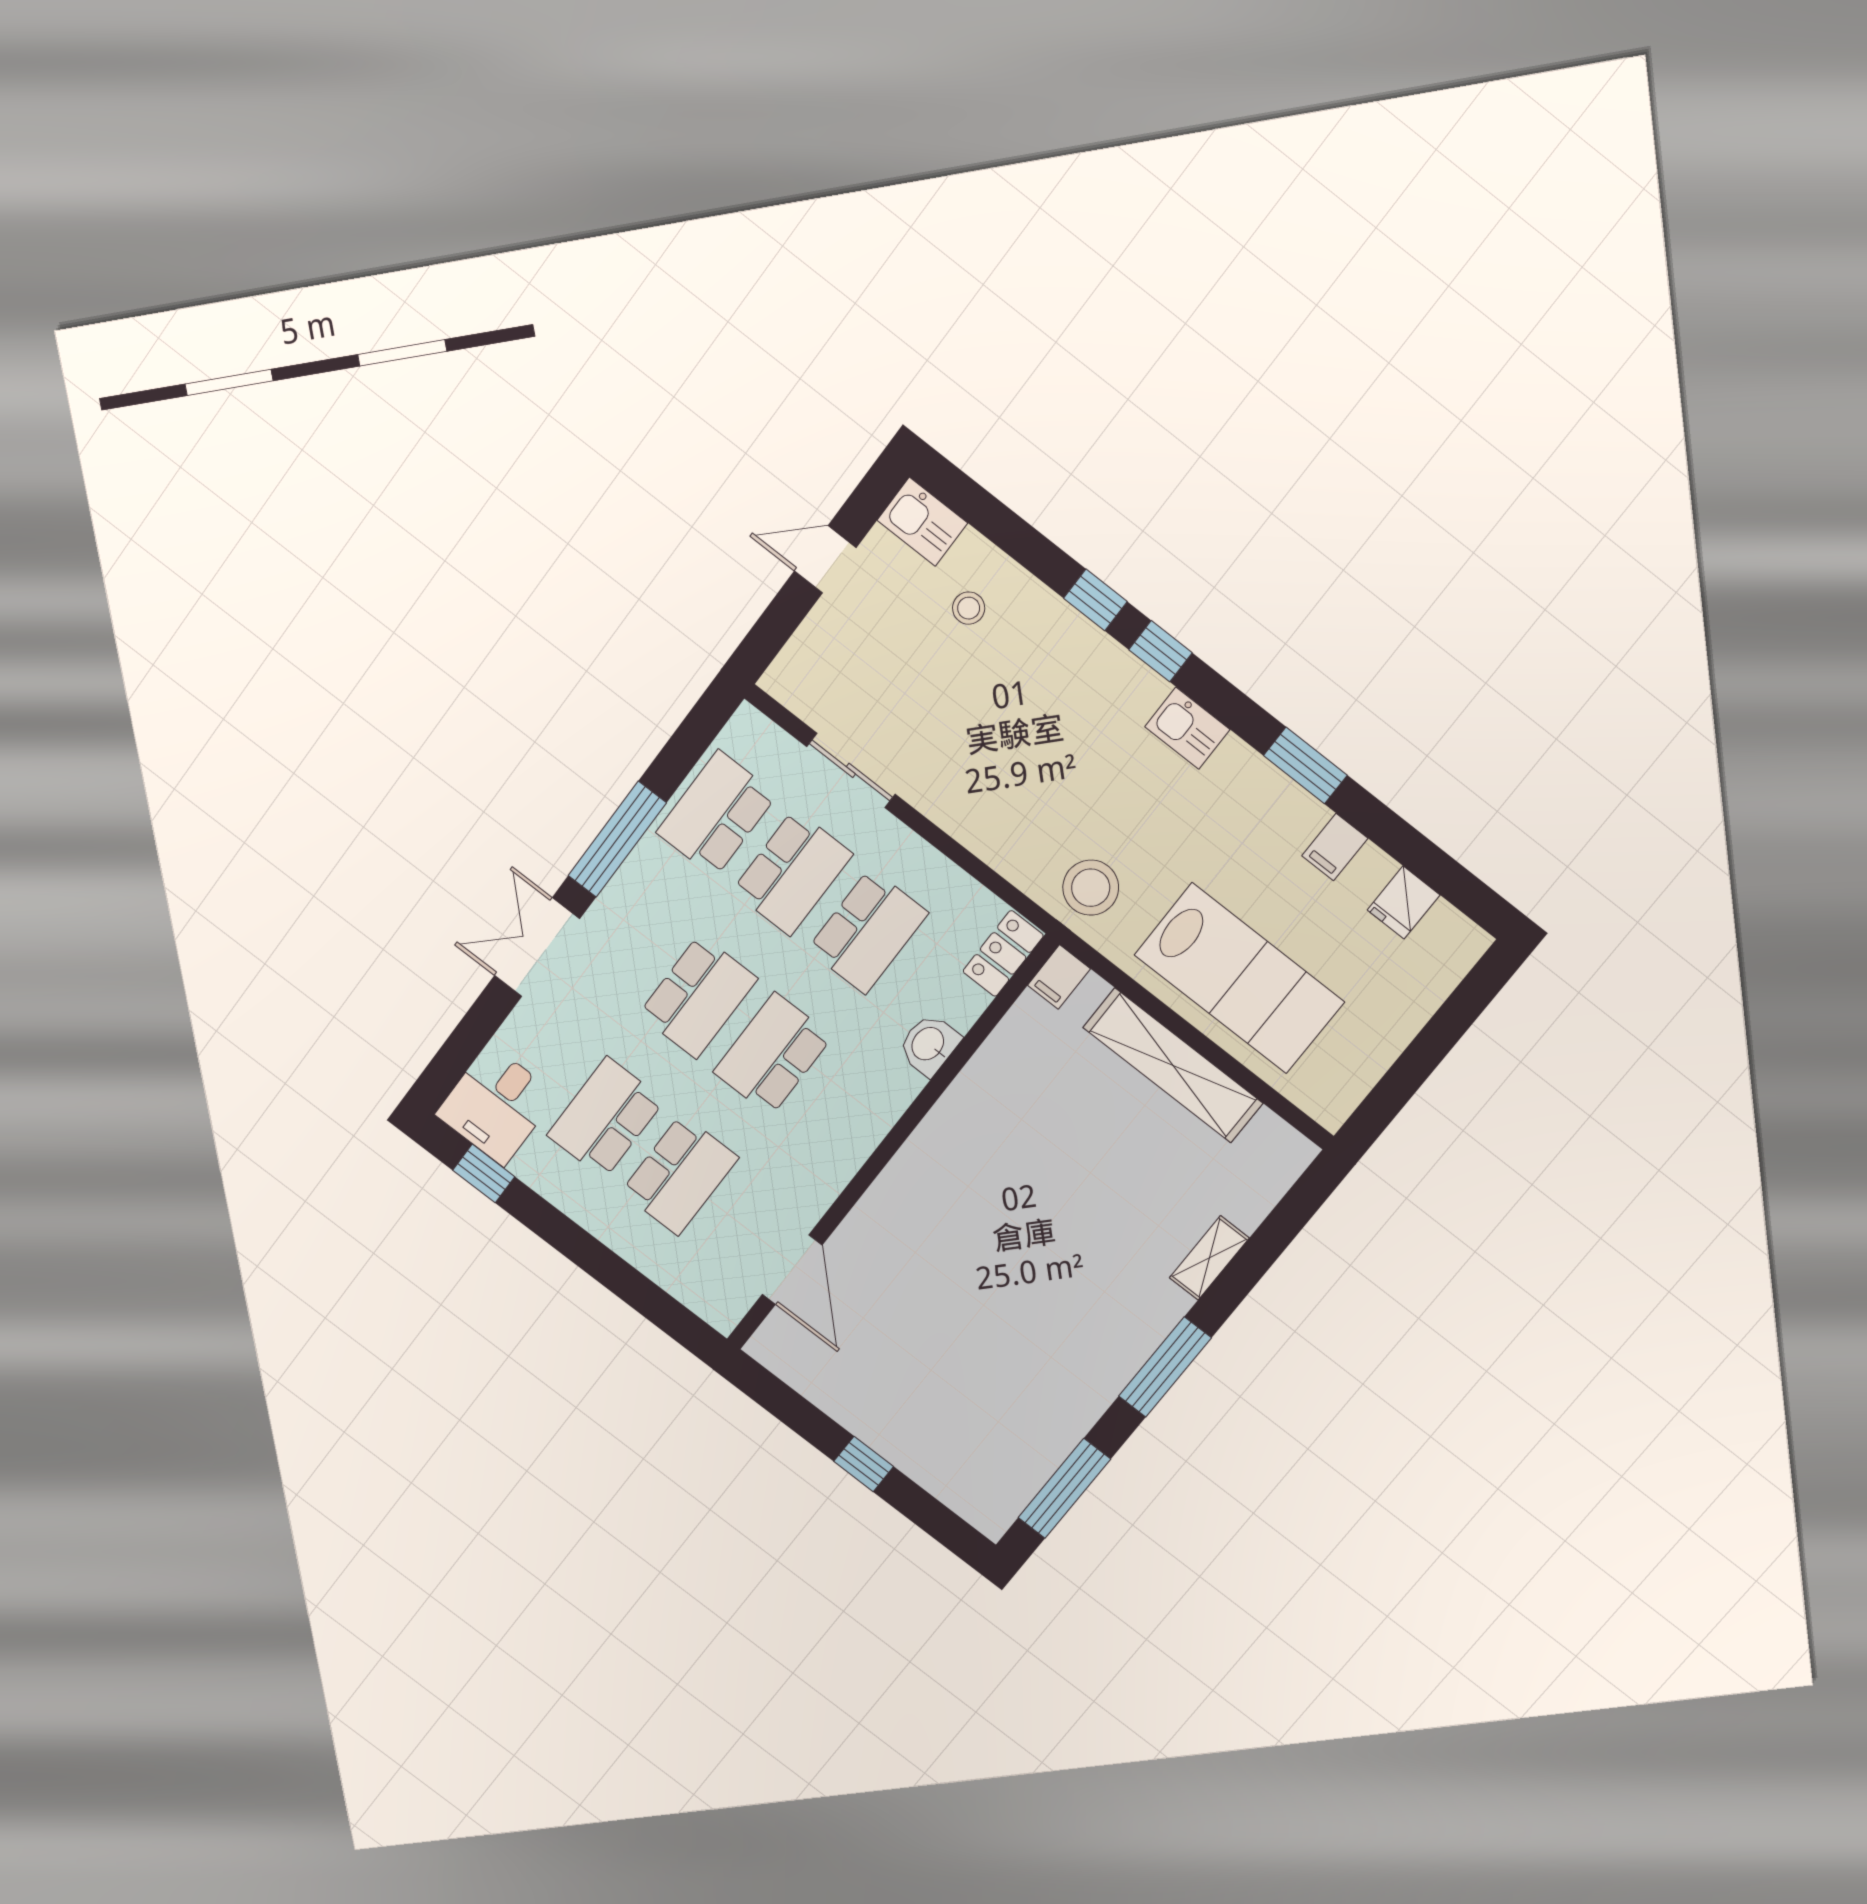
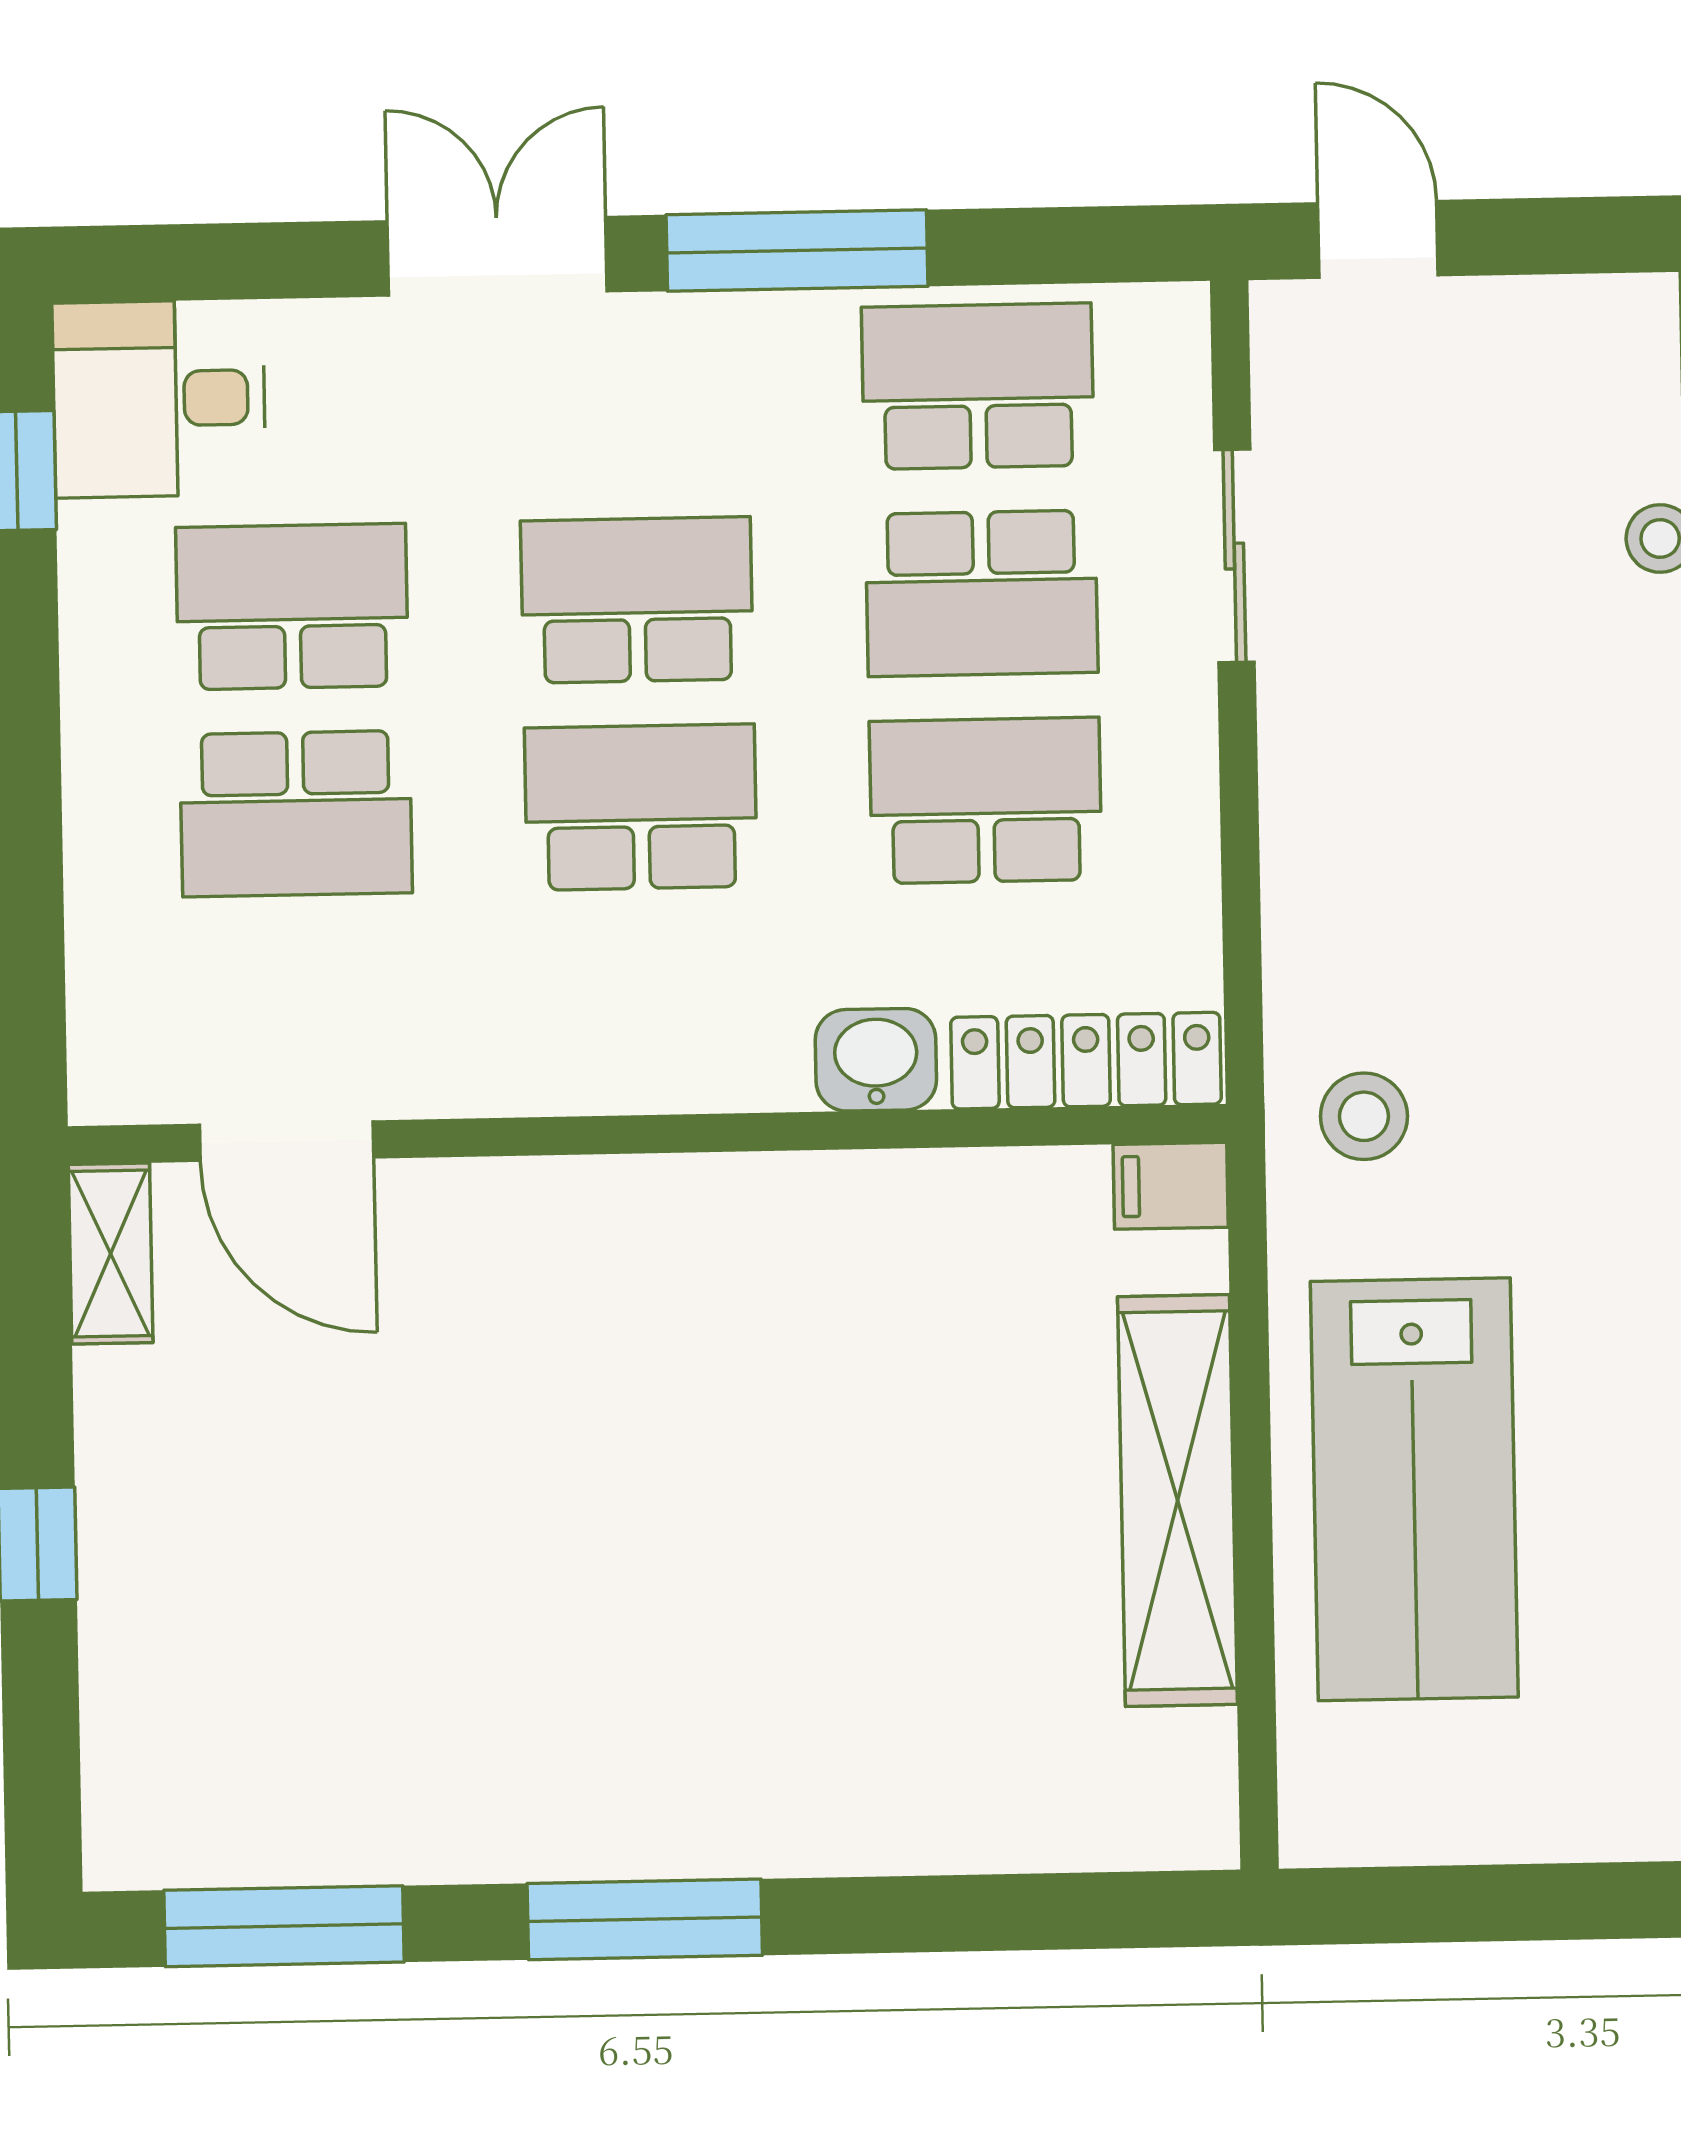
door: (825, 559) -> (1378, 239), moved
stool: (1091, 888) -> (1364, 1116), width x0.73, depth x0.73
school desk: (868, 931) -> (986, 800), turned 180
locker: (1003, 953) -> (1086, 1061), width x1.53
school desk: (698, 996) -> (637, 600), turned 180
shelving: (1209, 1258) -> (111, 1253), moved, turned 90
door: (792, 1270) -> (287, 1141), hinge flipped

